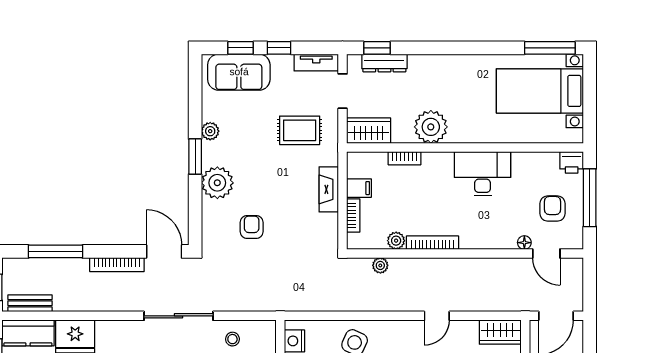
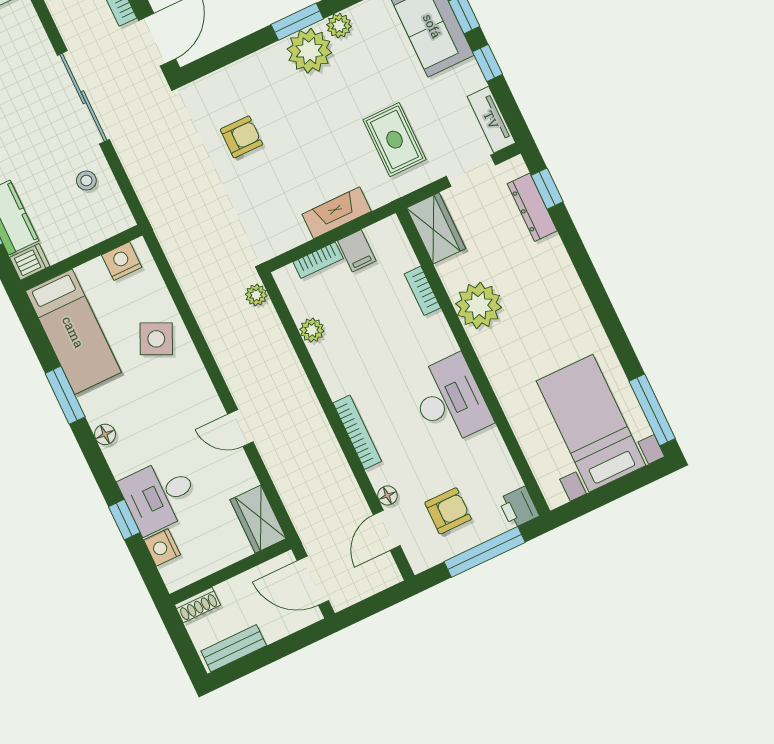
plant: (217, 183) -> (309, 51), moved
bookcase: (432, 243) -> (357, 432), moved
plant: (380, 265) -> (256, 295), moved

